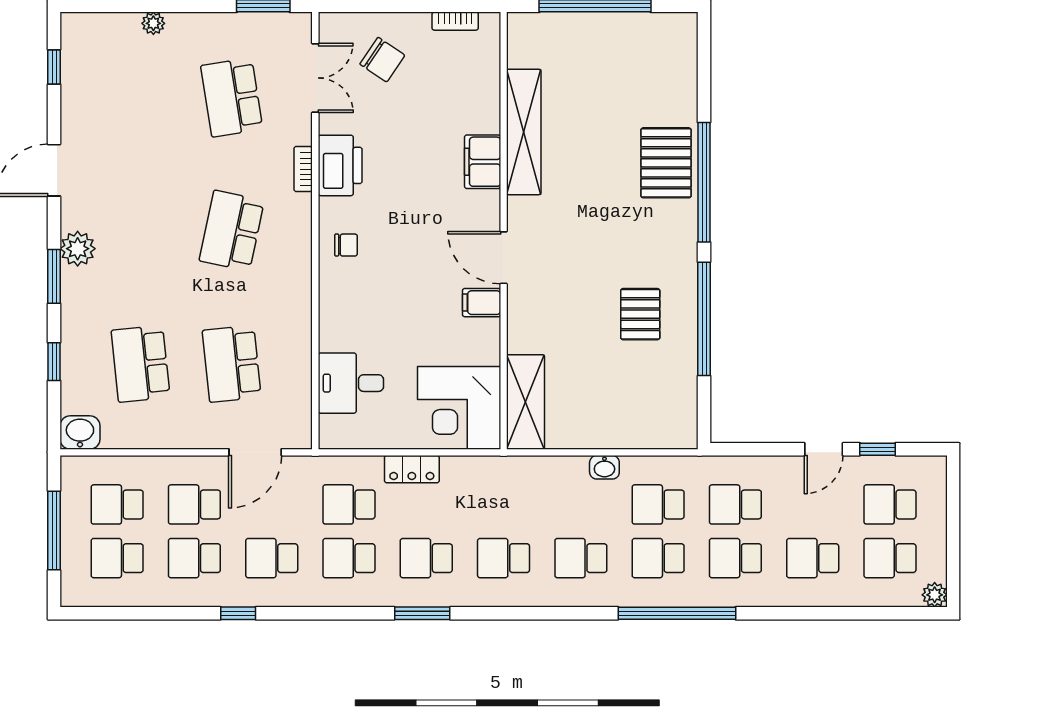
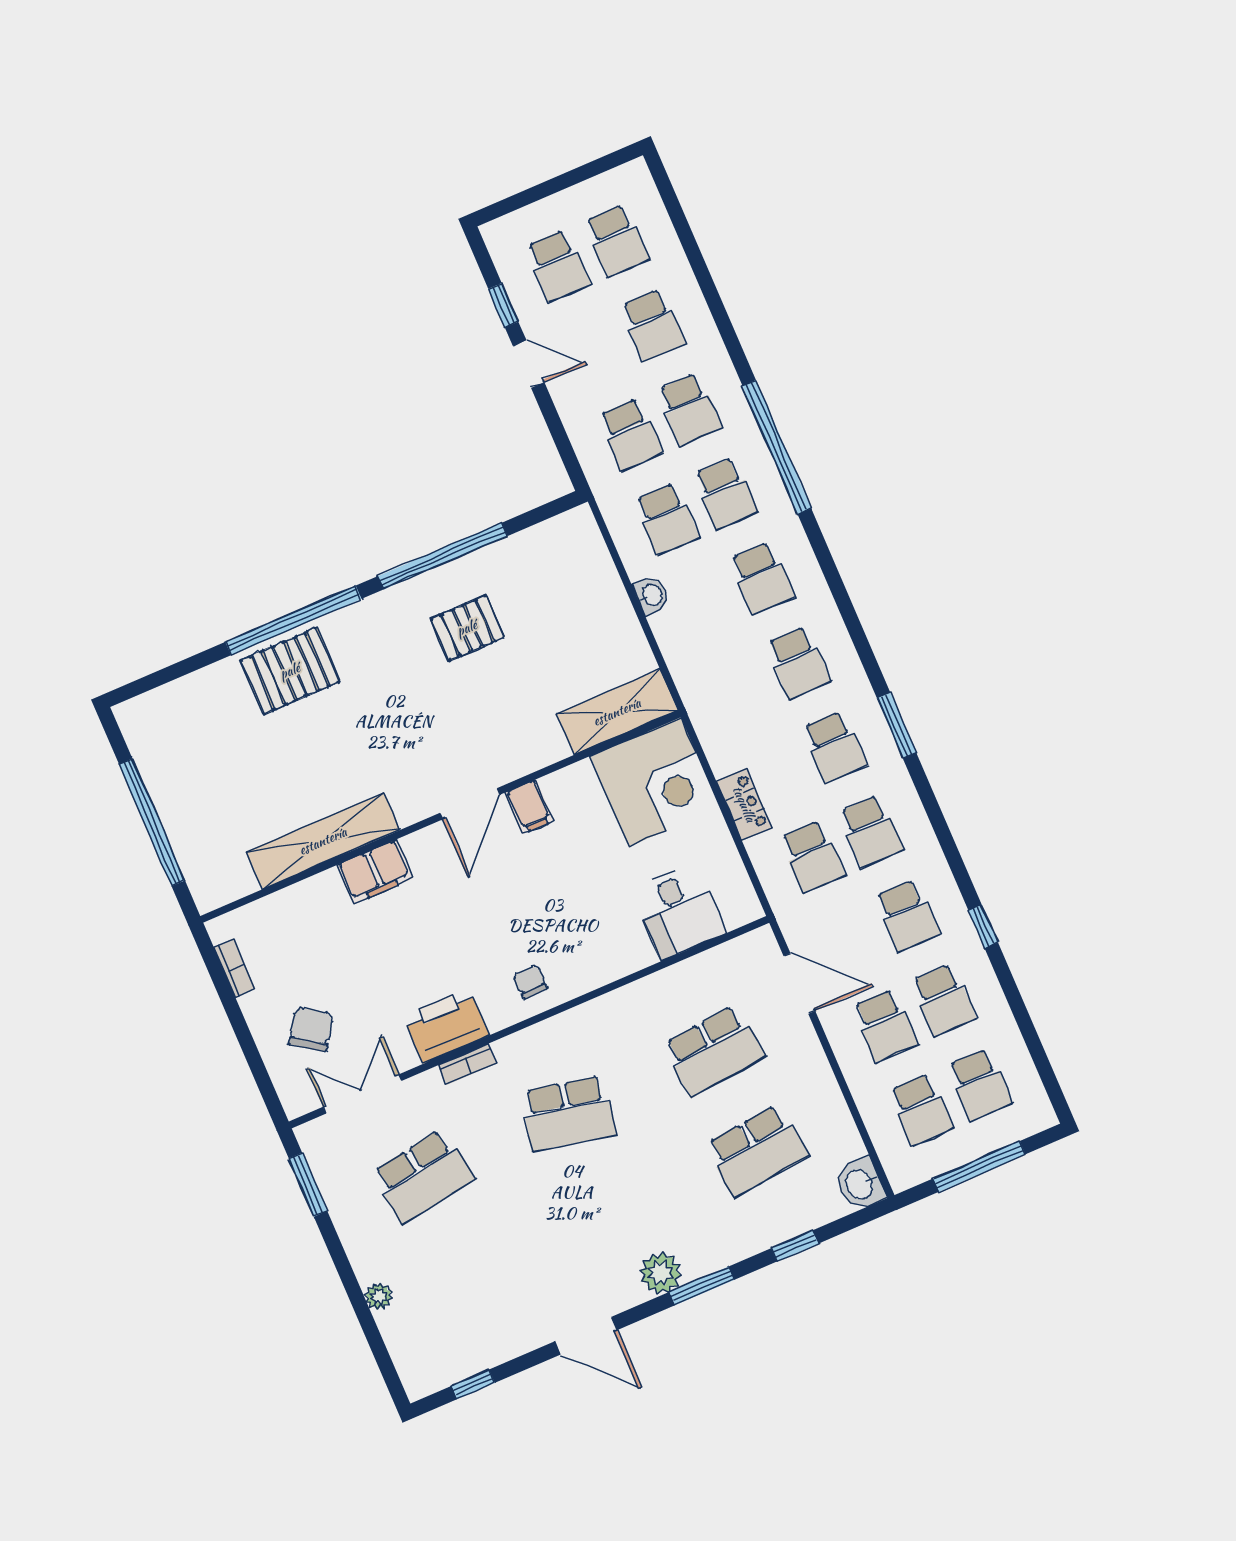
plant: (935, 595) -> (635, 175), removed

